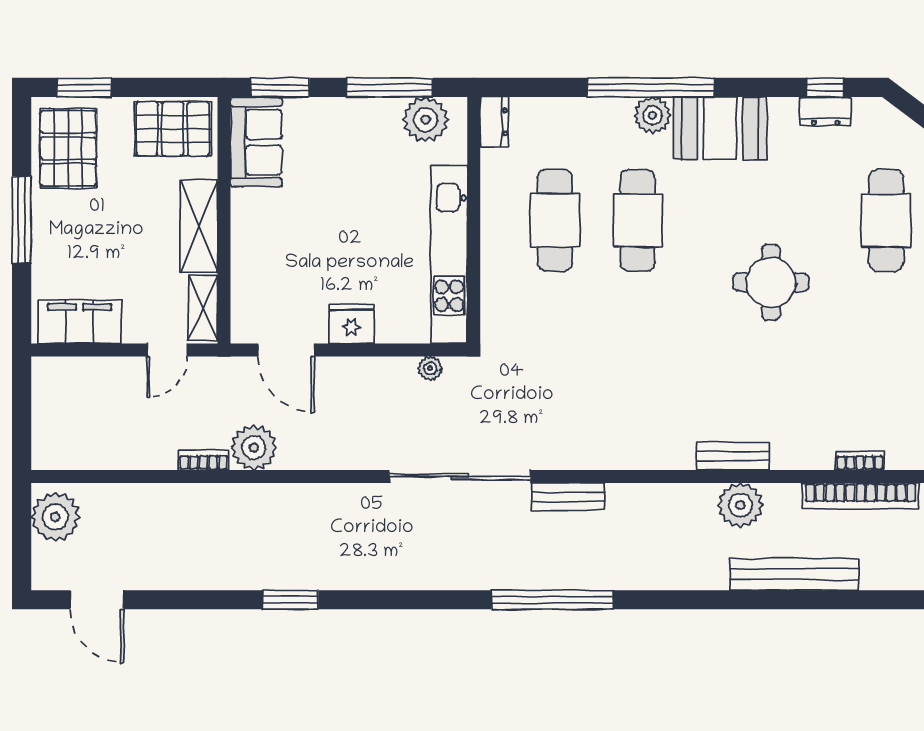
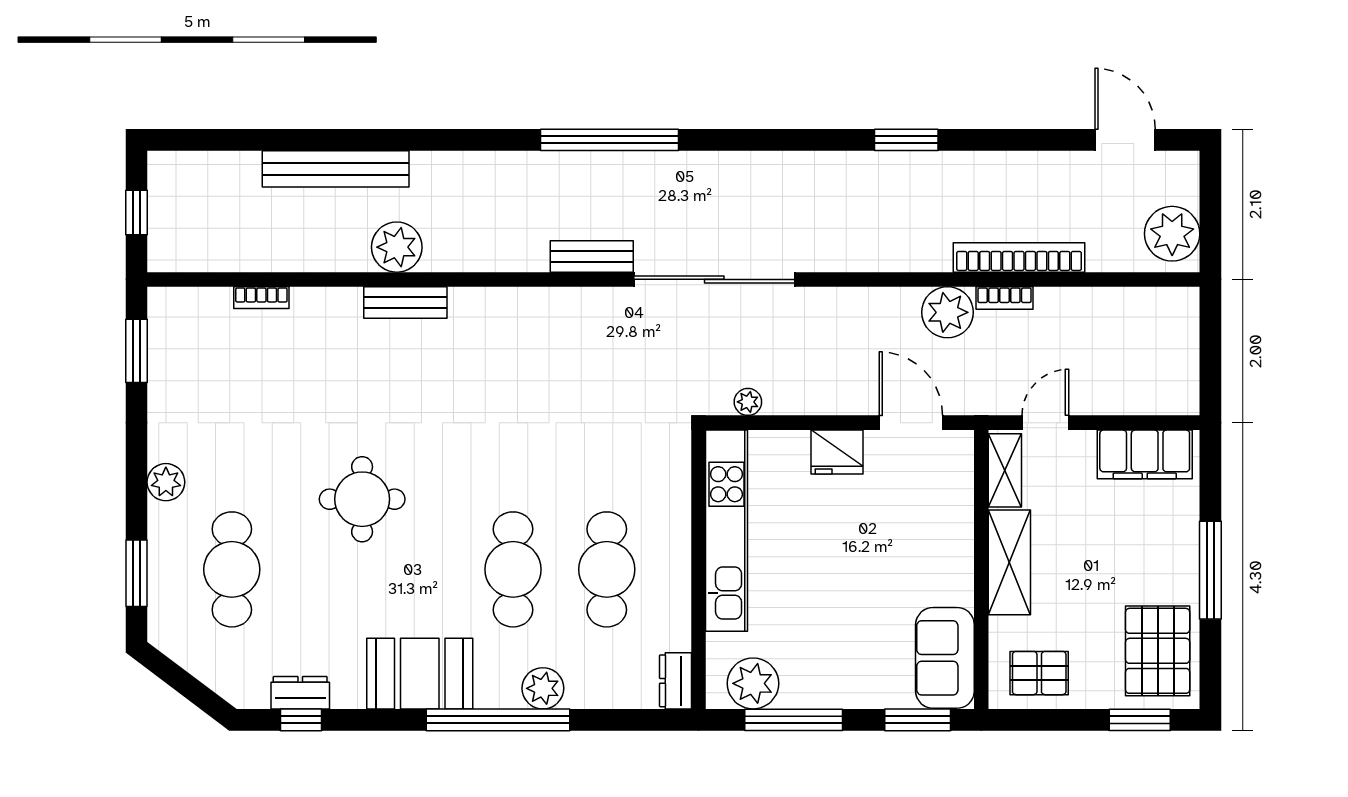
plant: (653, 115) -> (543, 688), moved
pallet: (173, 129) -> (1039, 673), width x0.67, depth x0.71
bookcase: (861, 496) -> (1019, 257), moved

